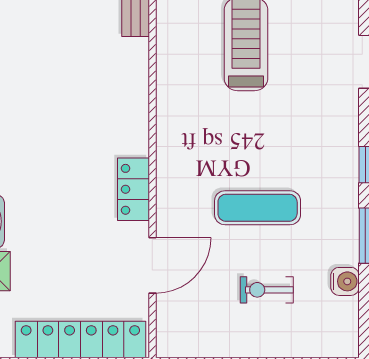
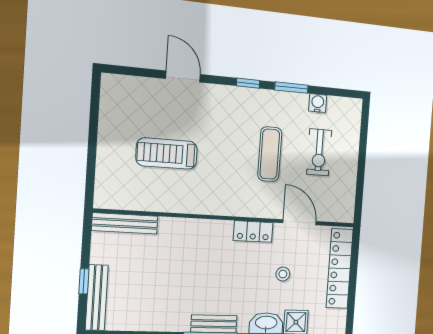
stool: (68, 243) -> (283, 274), added
exercise bike: (267, 290) -> (319, 152), width x1.38, depth x1.39

